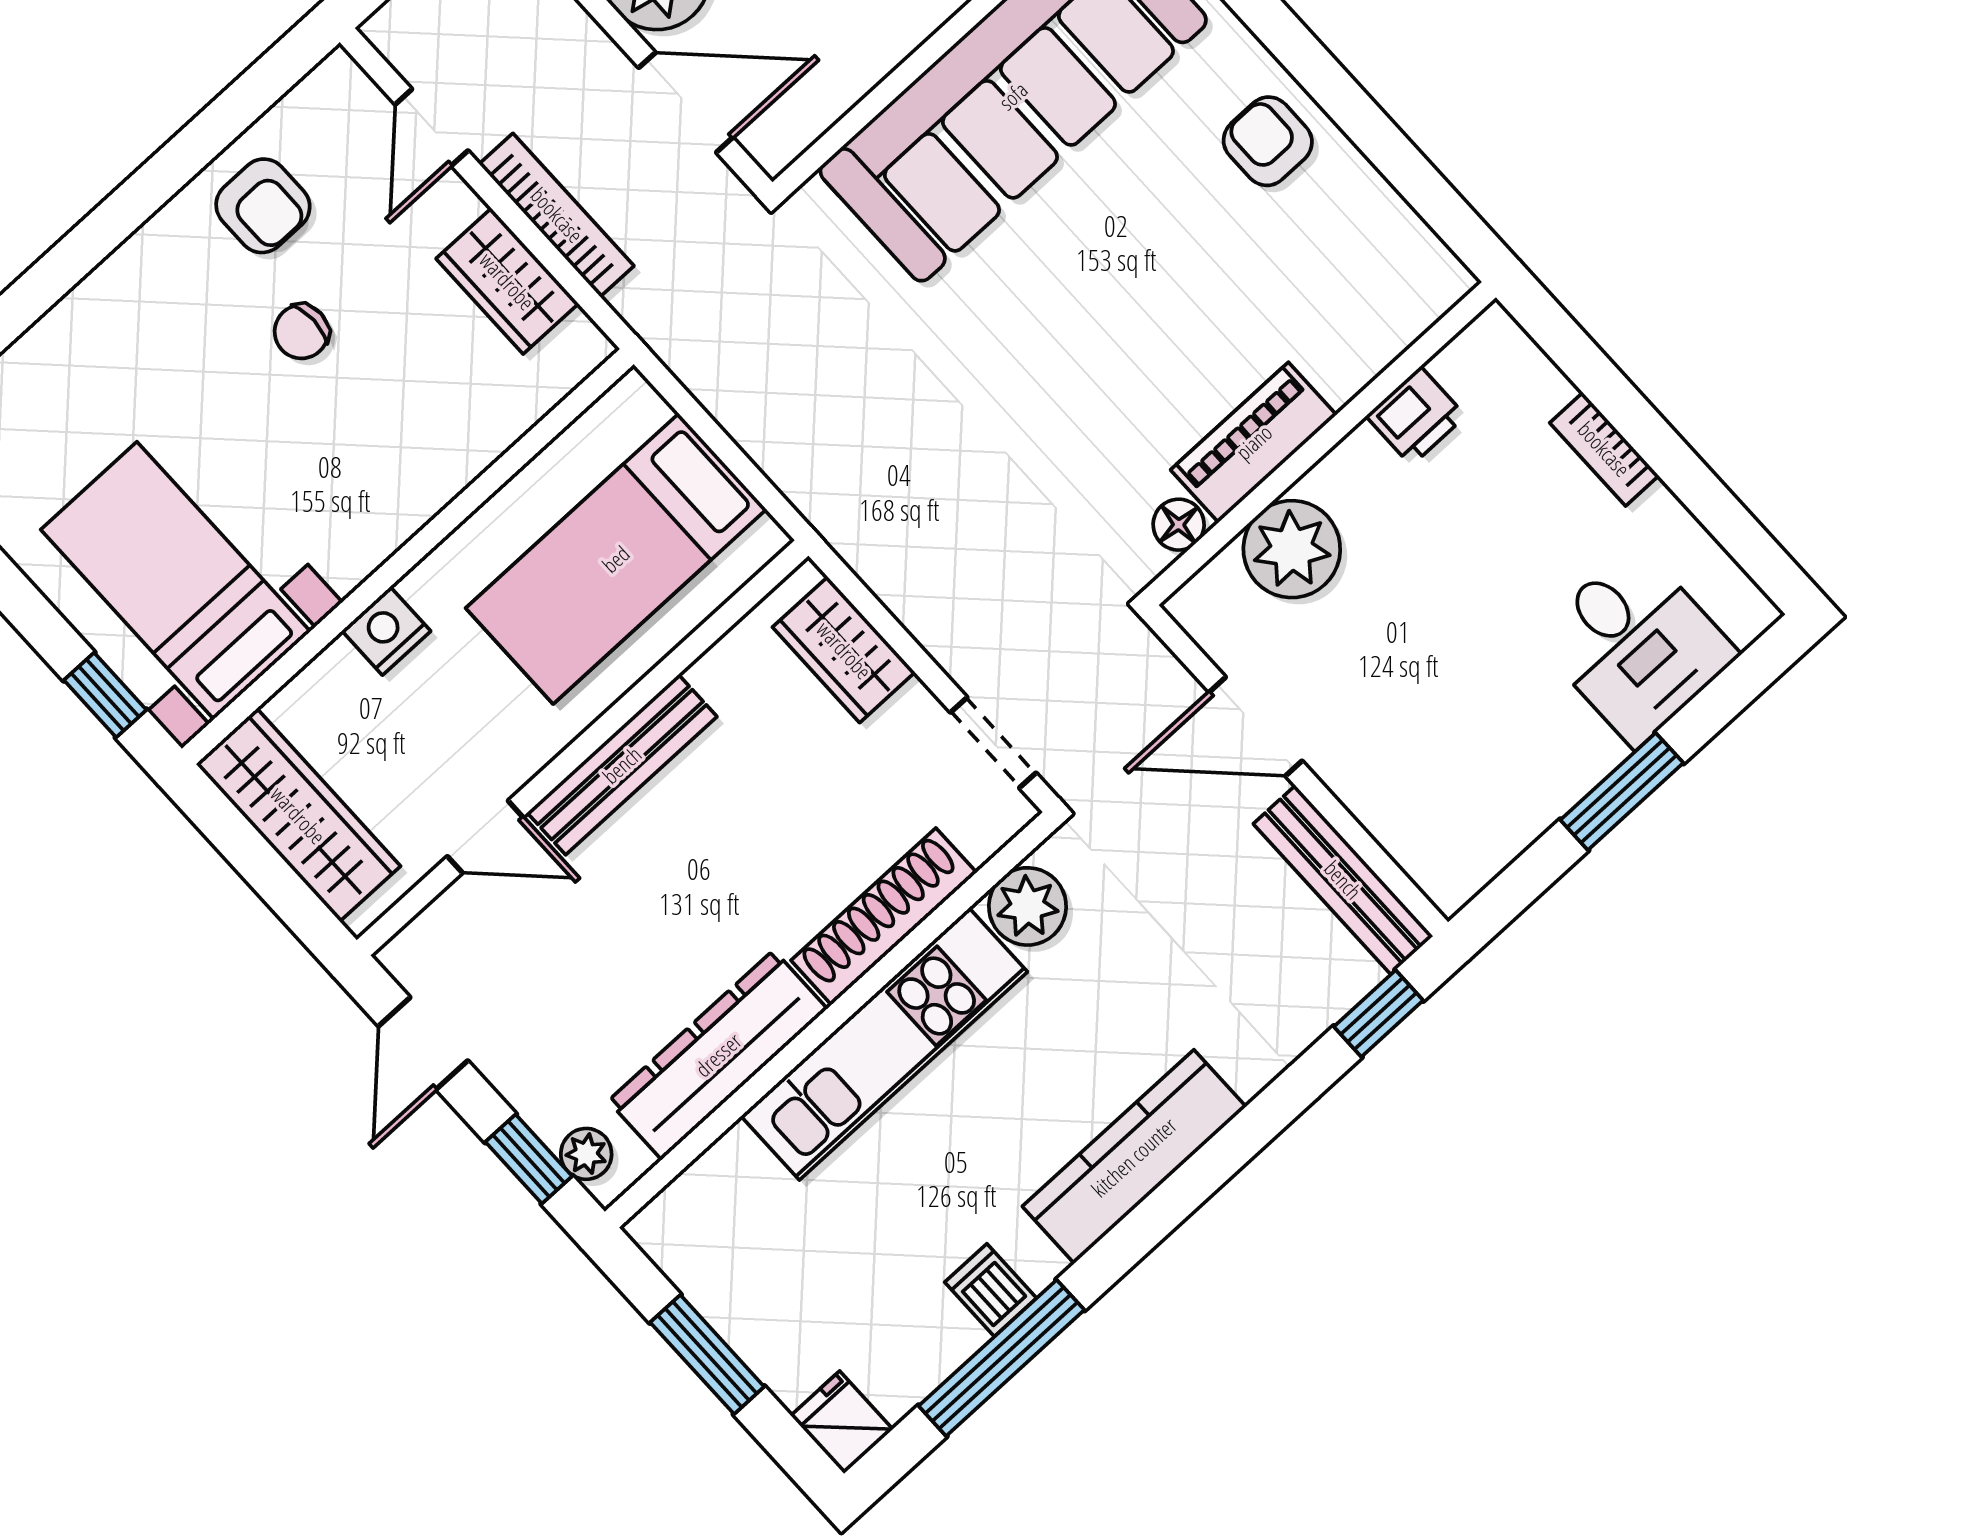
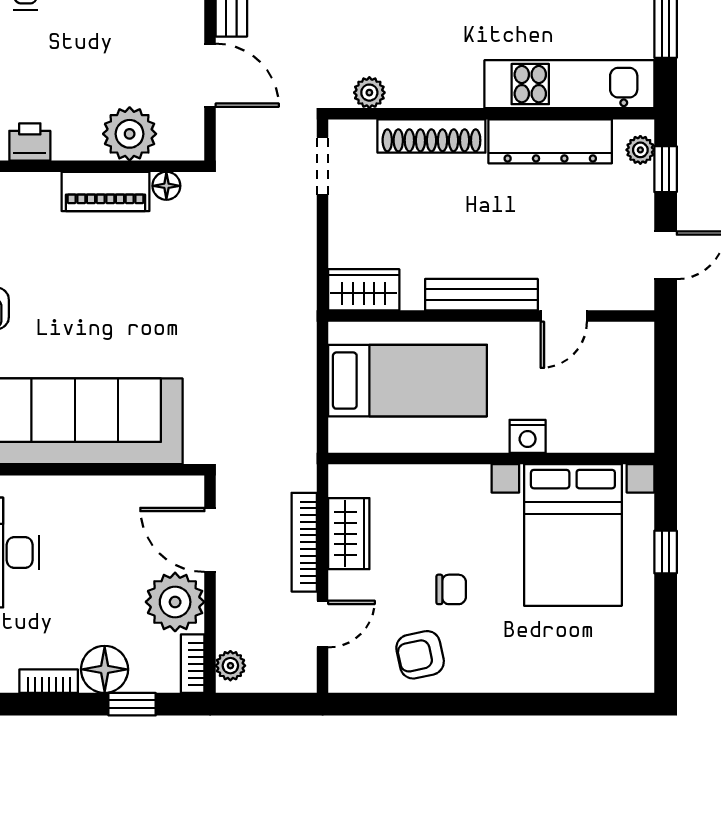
armchair: (263, 206) -> (420, 655), turned -102
bed with nightstands: (176, 581) -> (573, 535), width x1.36
wardrobe: (844, 650) -> (364, 290), moved, turned -90
window: (105, 695) -> (666, 552), moved
wardrobe: (298, 815) -> (632, 394), removed
door: (485, 837) -> (564, 316), swing flipped
plant: (1028, 906) -> (369, 93), width x0.73, depth x0.73
kitchen unit: (884, 1044) -> (569, 84), moved

